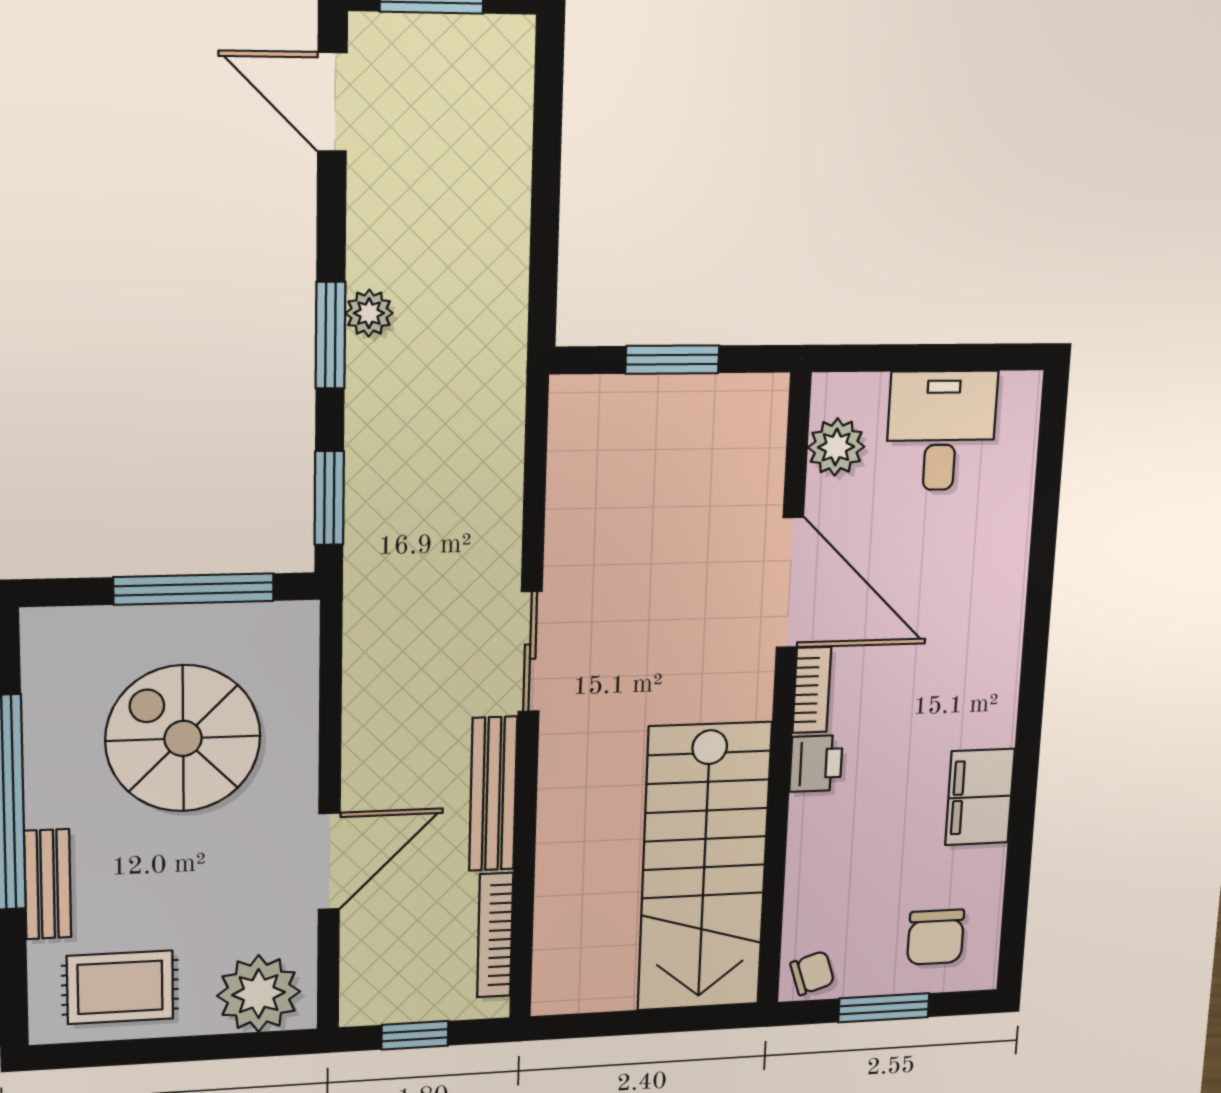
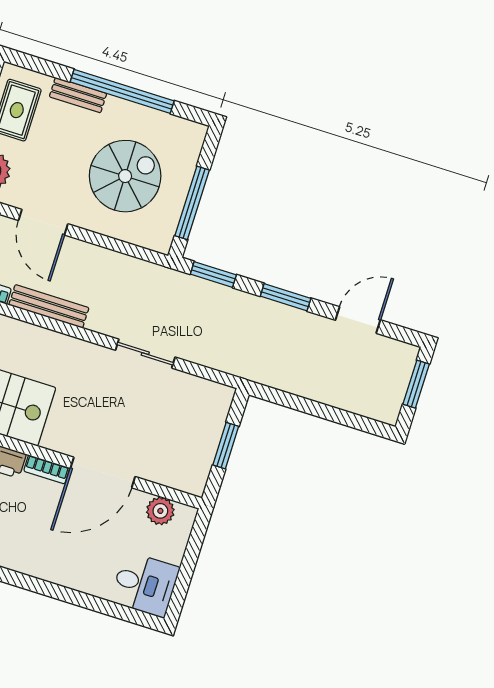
door: (332, 102) -> (358, 320), moved
plant: (369, 313) -> (290, 317), removed
desk: (941, 431) -> (145, 584), moved
sliding door: (530, 652) -> (145, 354), moved

